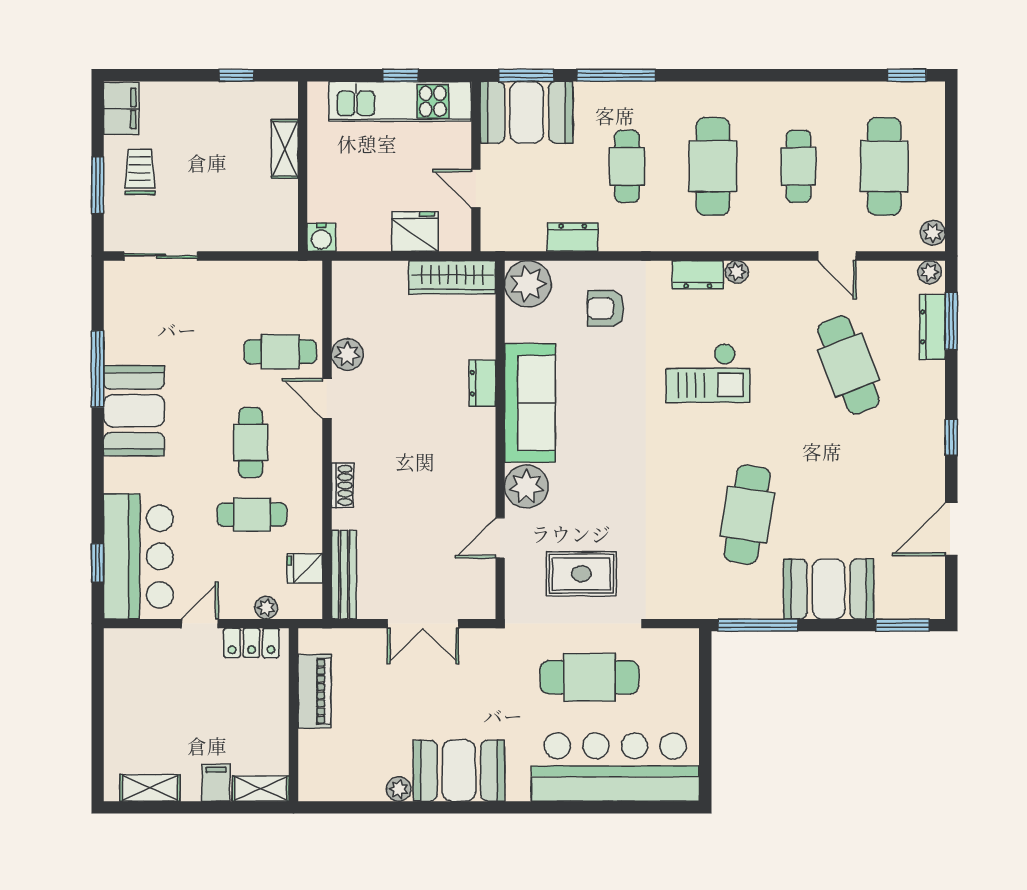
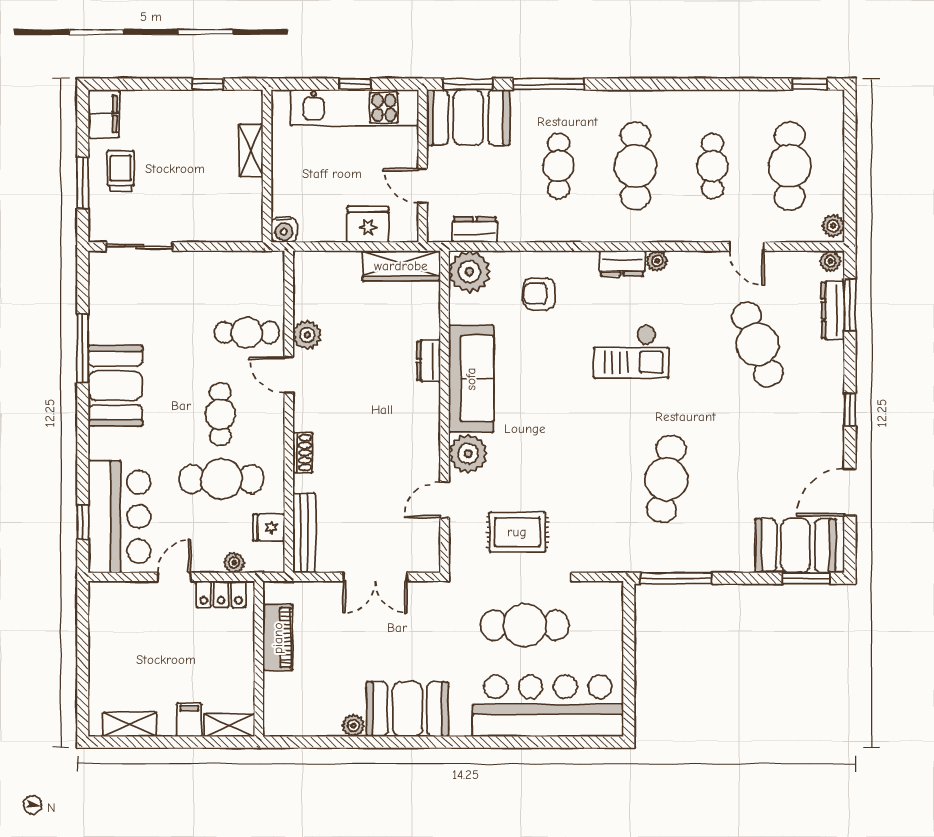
dresser: (573, 237) -> (475, 230), moved
cafe table: (252, 515) -> (221, 479), width x1.37, depth x1.35
booth: (829, 589) -> (796, 546), moved

